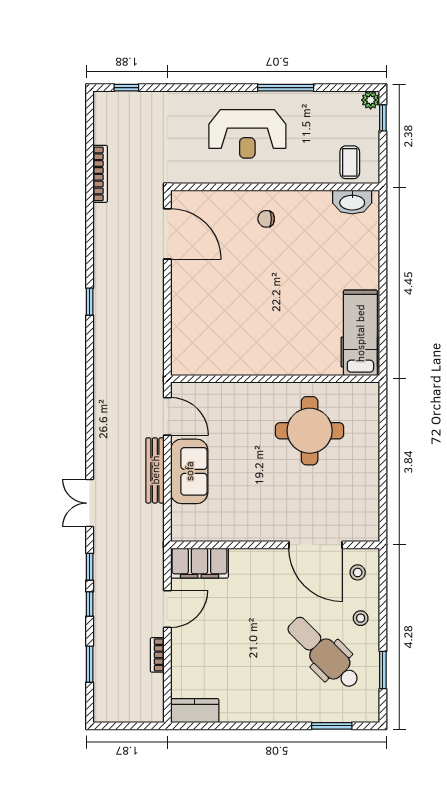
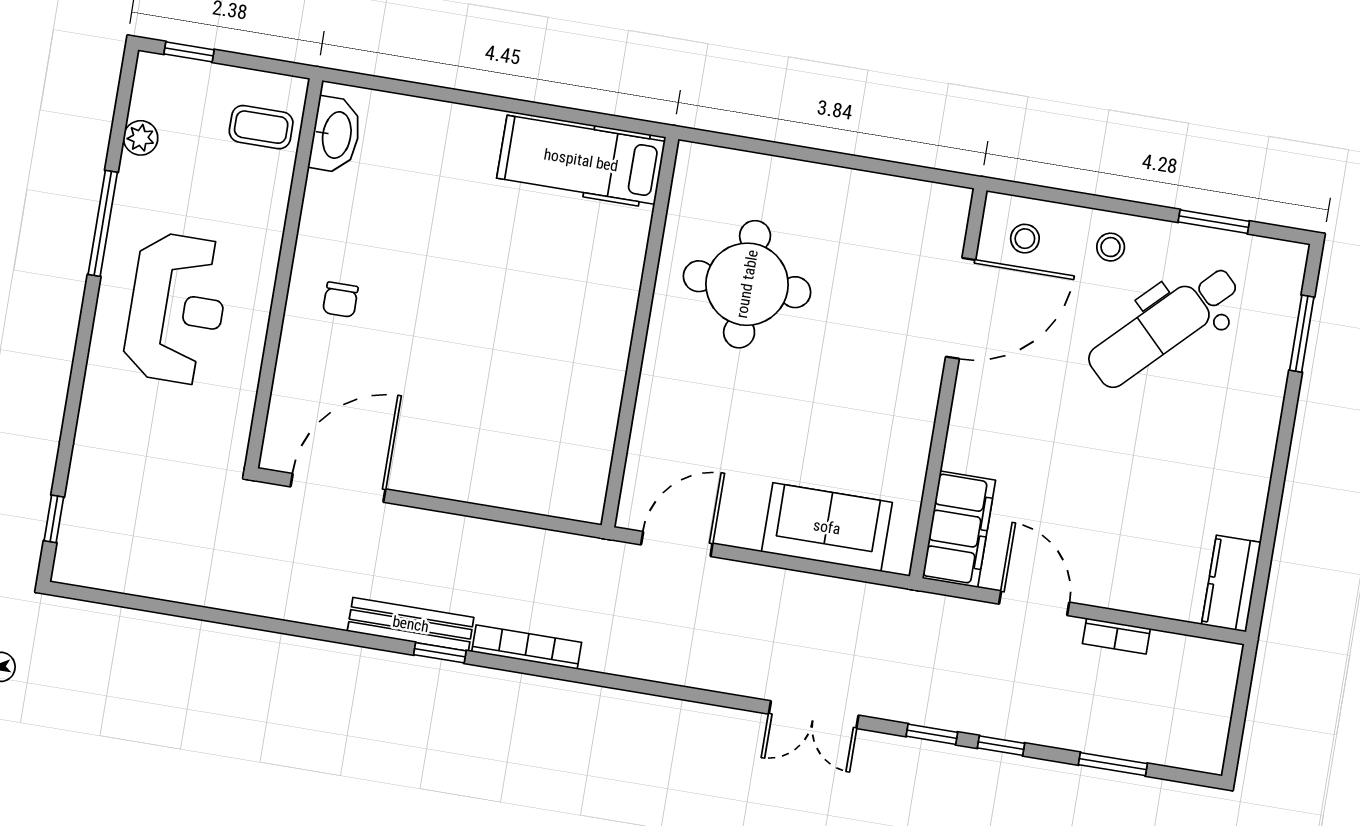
plant: (371, 100) -> (141, 138), moved
bookcase: (100, 174) -> (527, 647), moved
bench: (155, 470) -> (411, 624), moved
sofa: (189, 471) -> (827, 527), moved

